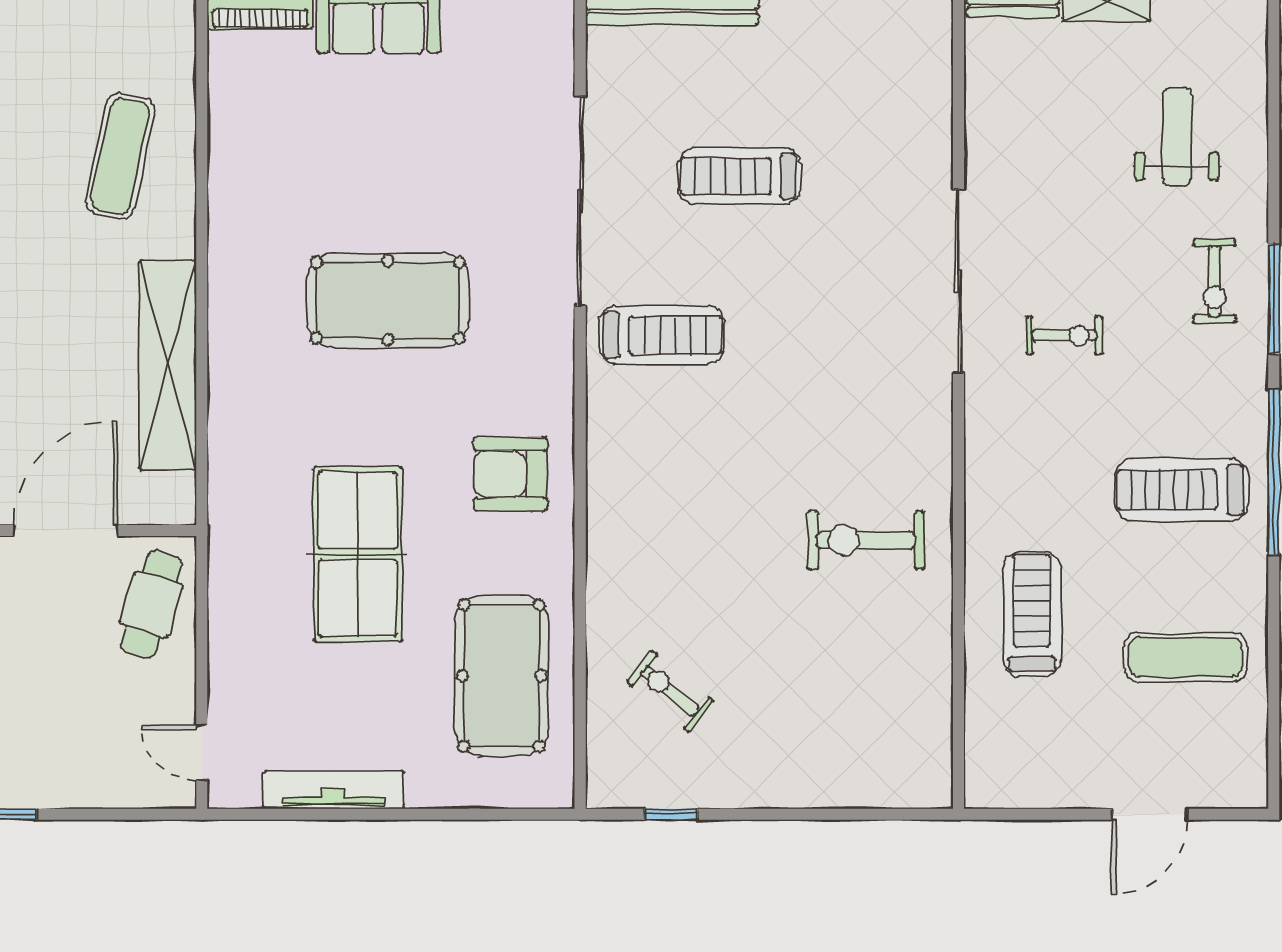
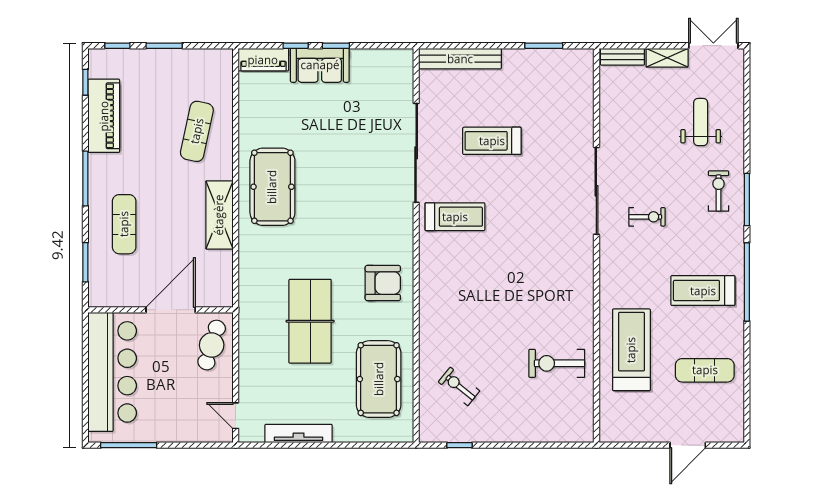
exercise bike: (1214, 281) -> (719, 191), turned 180
pool table: (388, 300) -> (272, 187), moved, turned 90
shelving: (168, 365) -> (219, 215), width x0.68
armchair: (510, 474) -> (383, 283), turned 180
exercise bike: (866, 540) -> (557, 363), moved
treadmill: (1032, 614) -> (631, 350), width x1.37, depth x1.38

